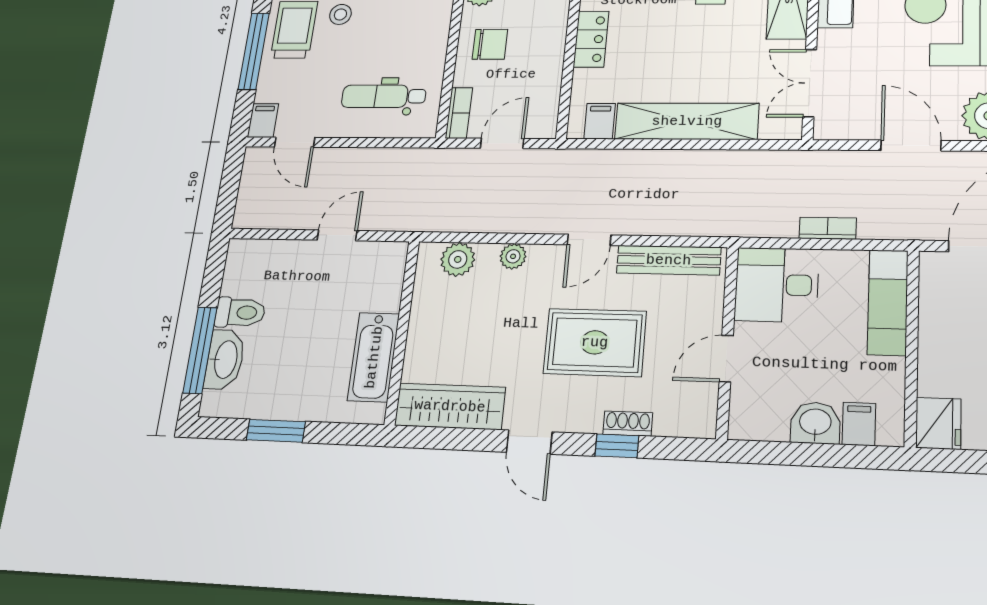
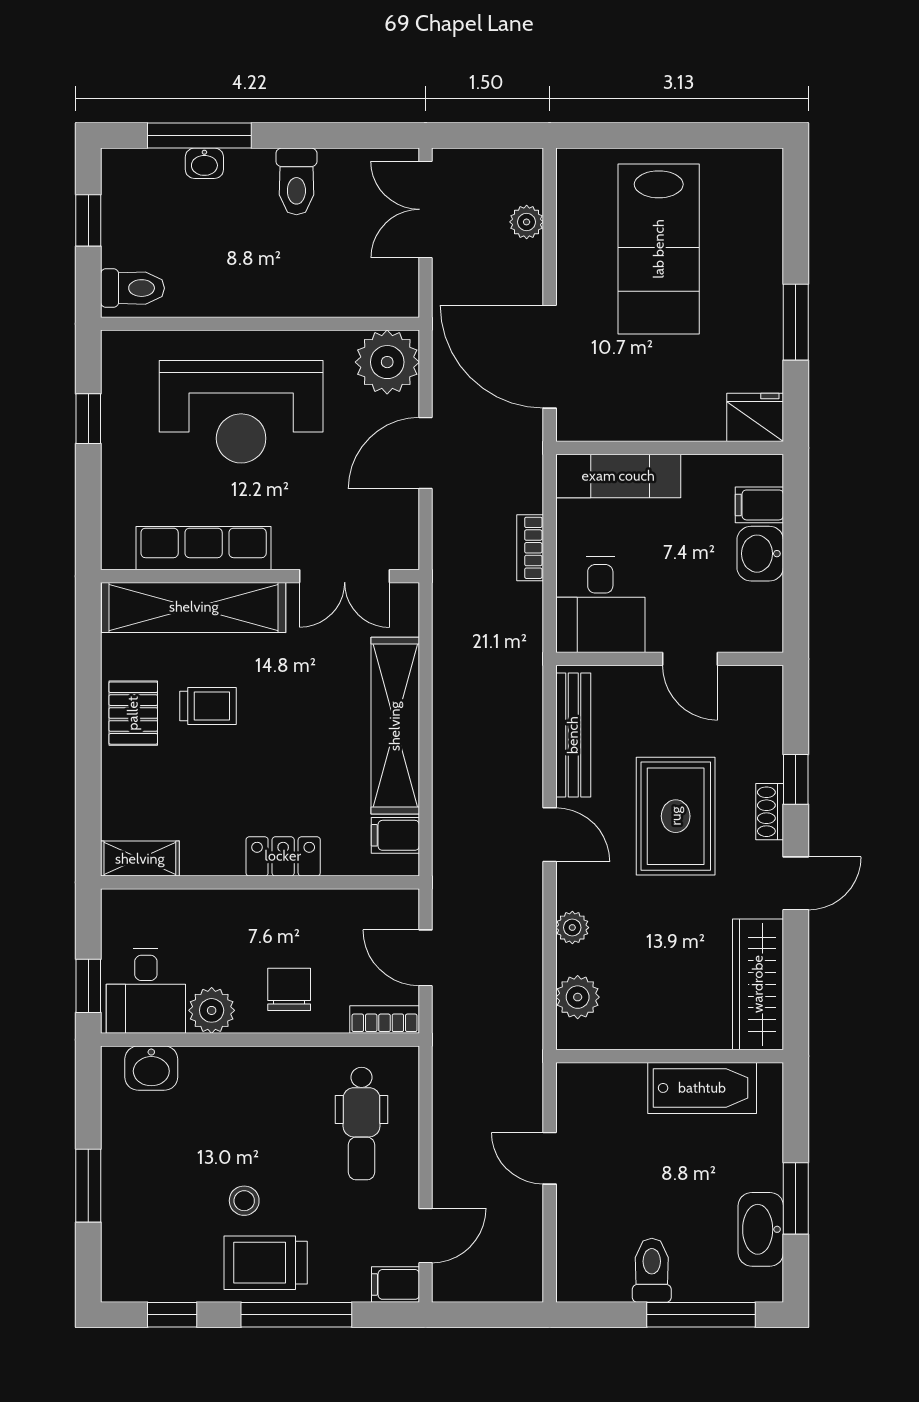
washbasin: (225, 360) -> (761, 1229), moved, turned -90
shoe rack: (628, 424) -> (770, 812), moved

